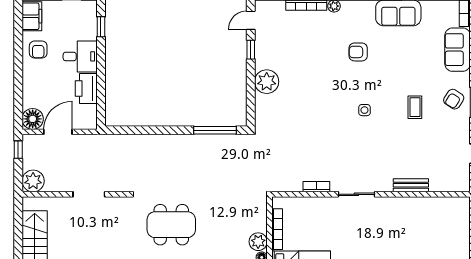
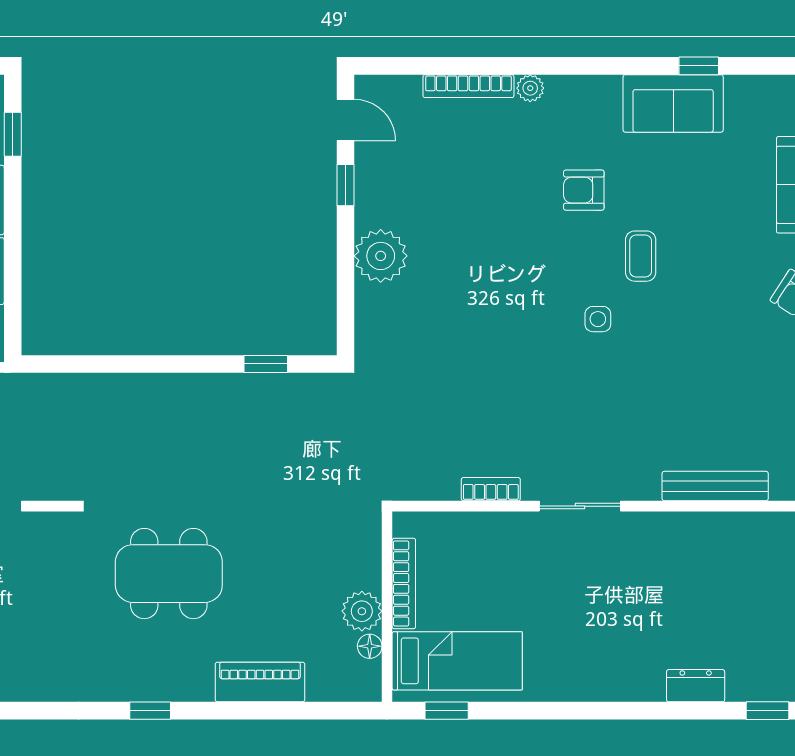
door: (251, 20) -> (345, 120), swing flipped
coffee table: (415, 107) -> (641, 256), moved
window: (215, 130) -> (266, 364), width x0.46
bench: (411, 185) -> (715, 486), width x1.36

